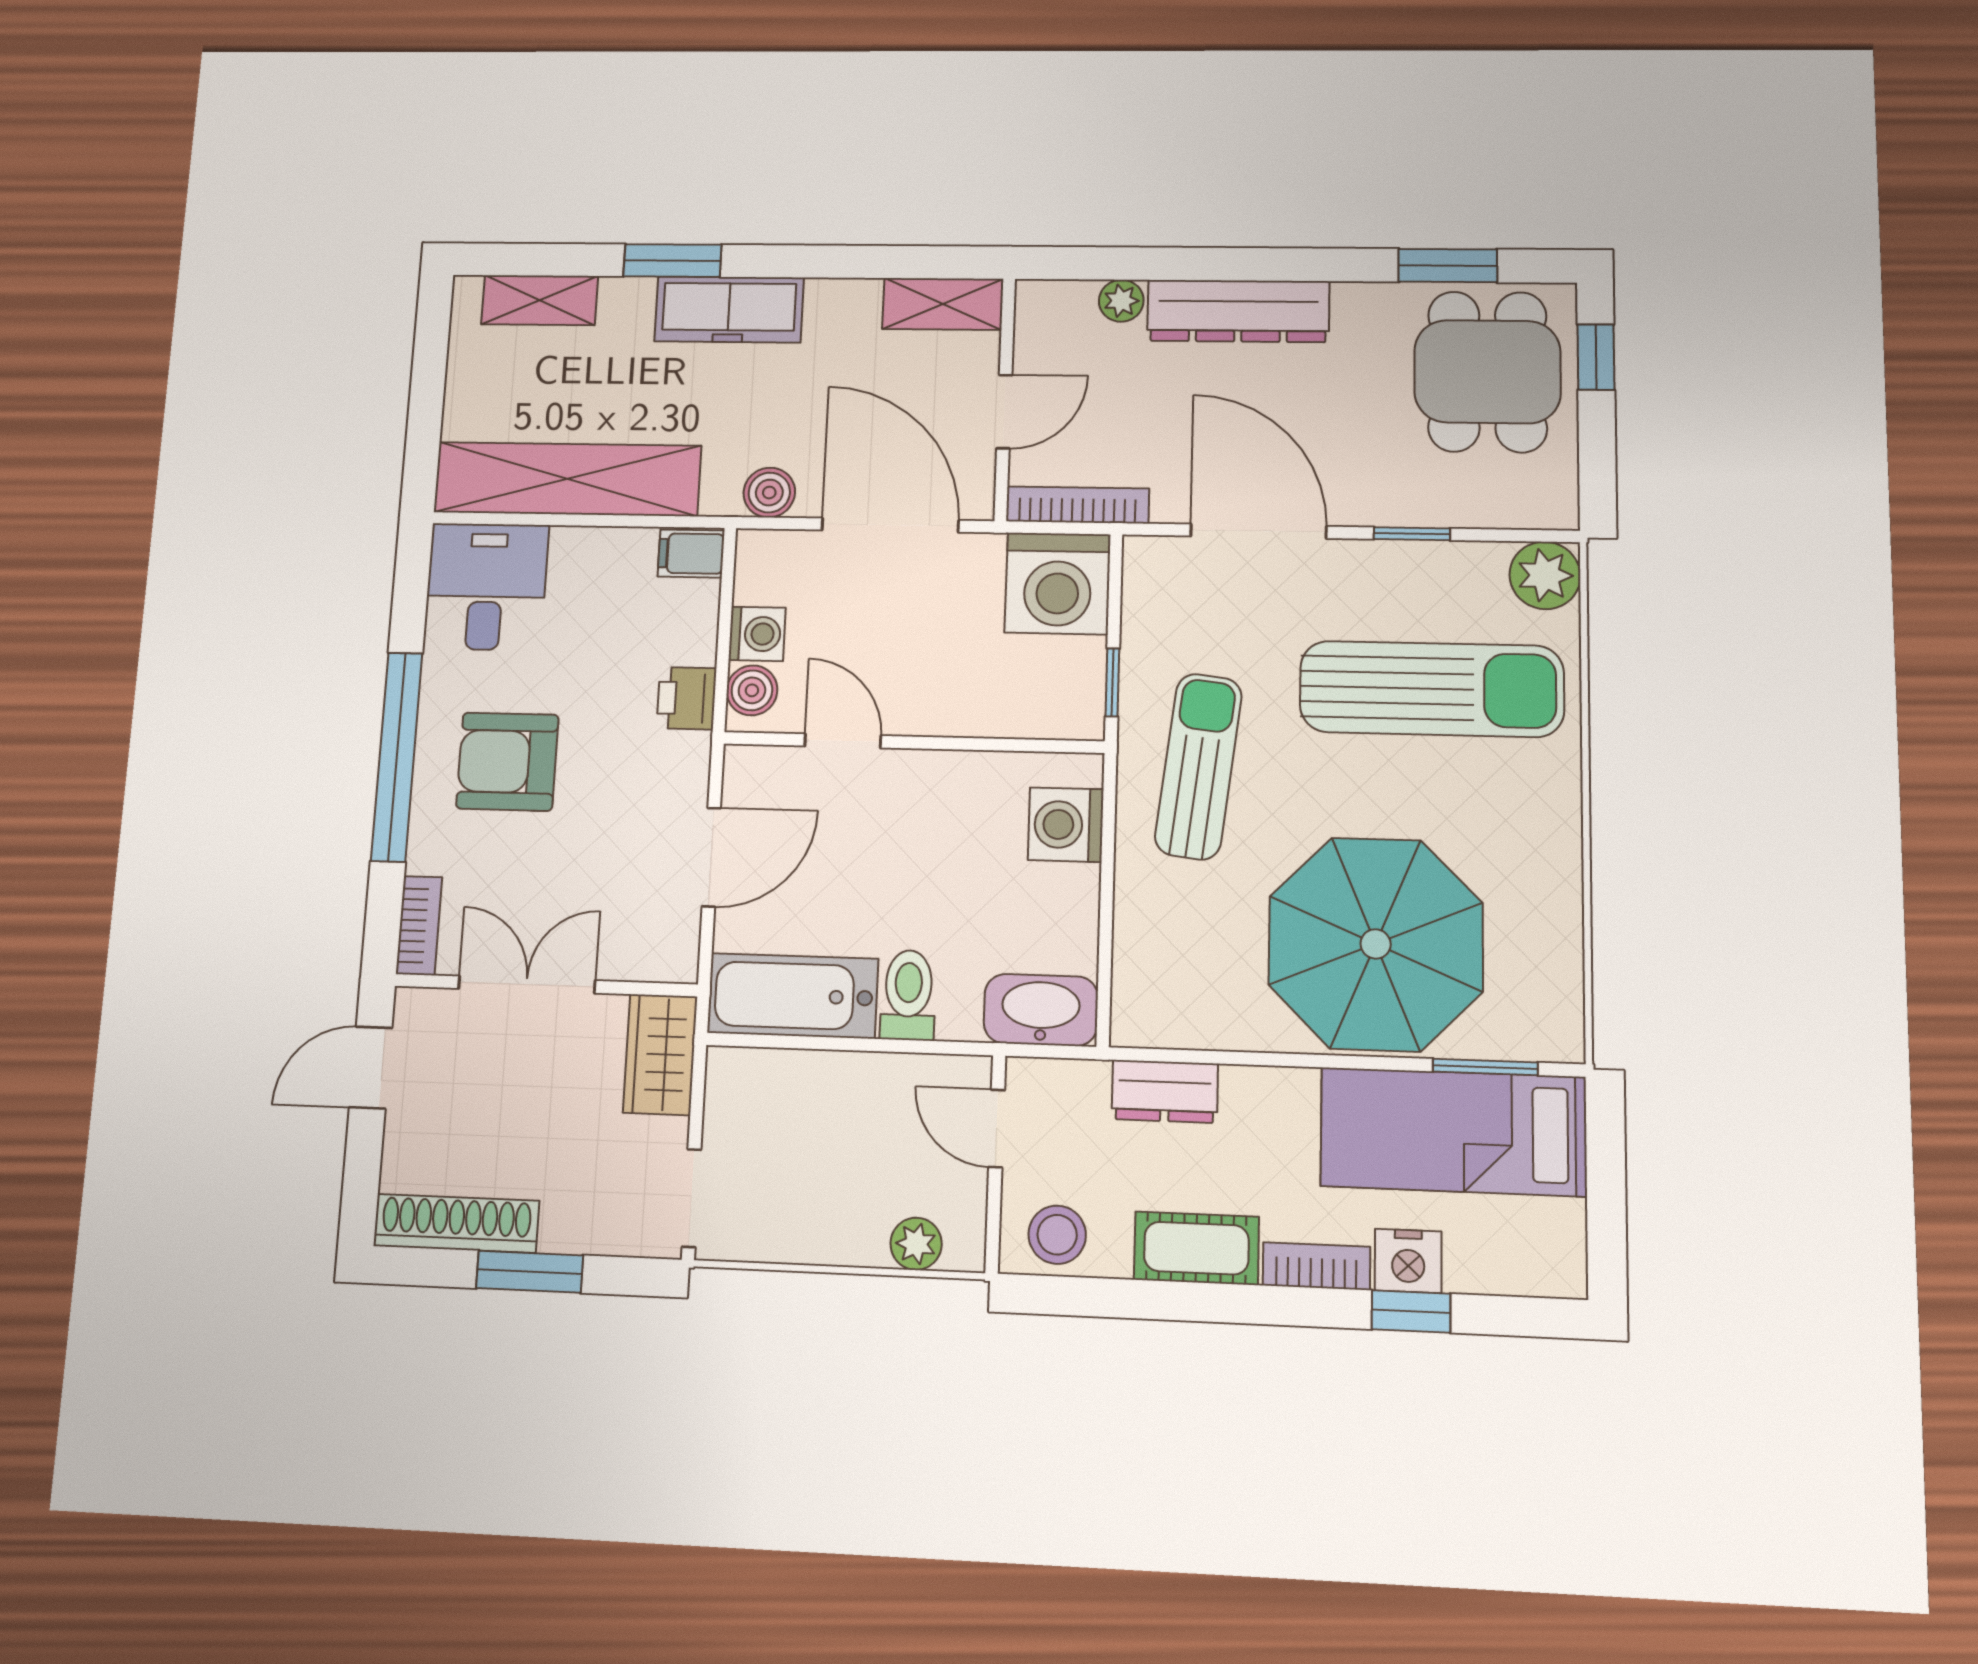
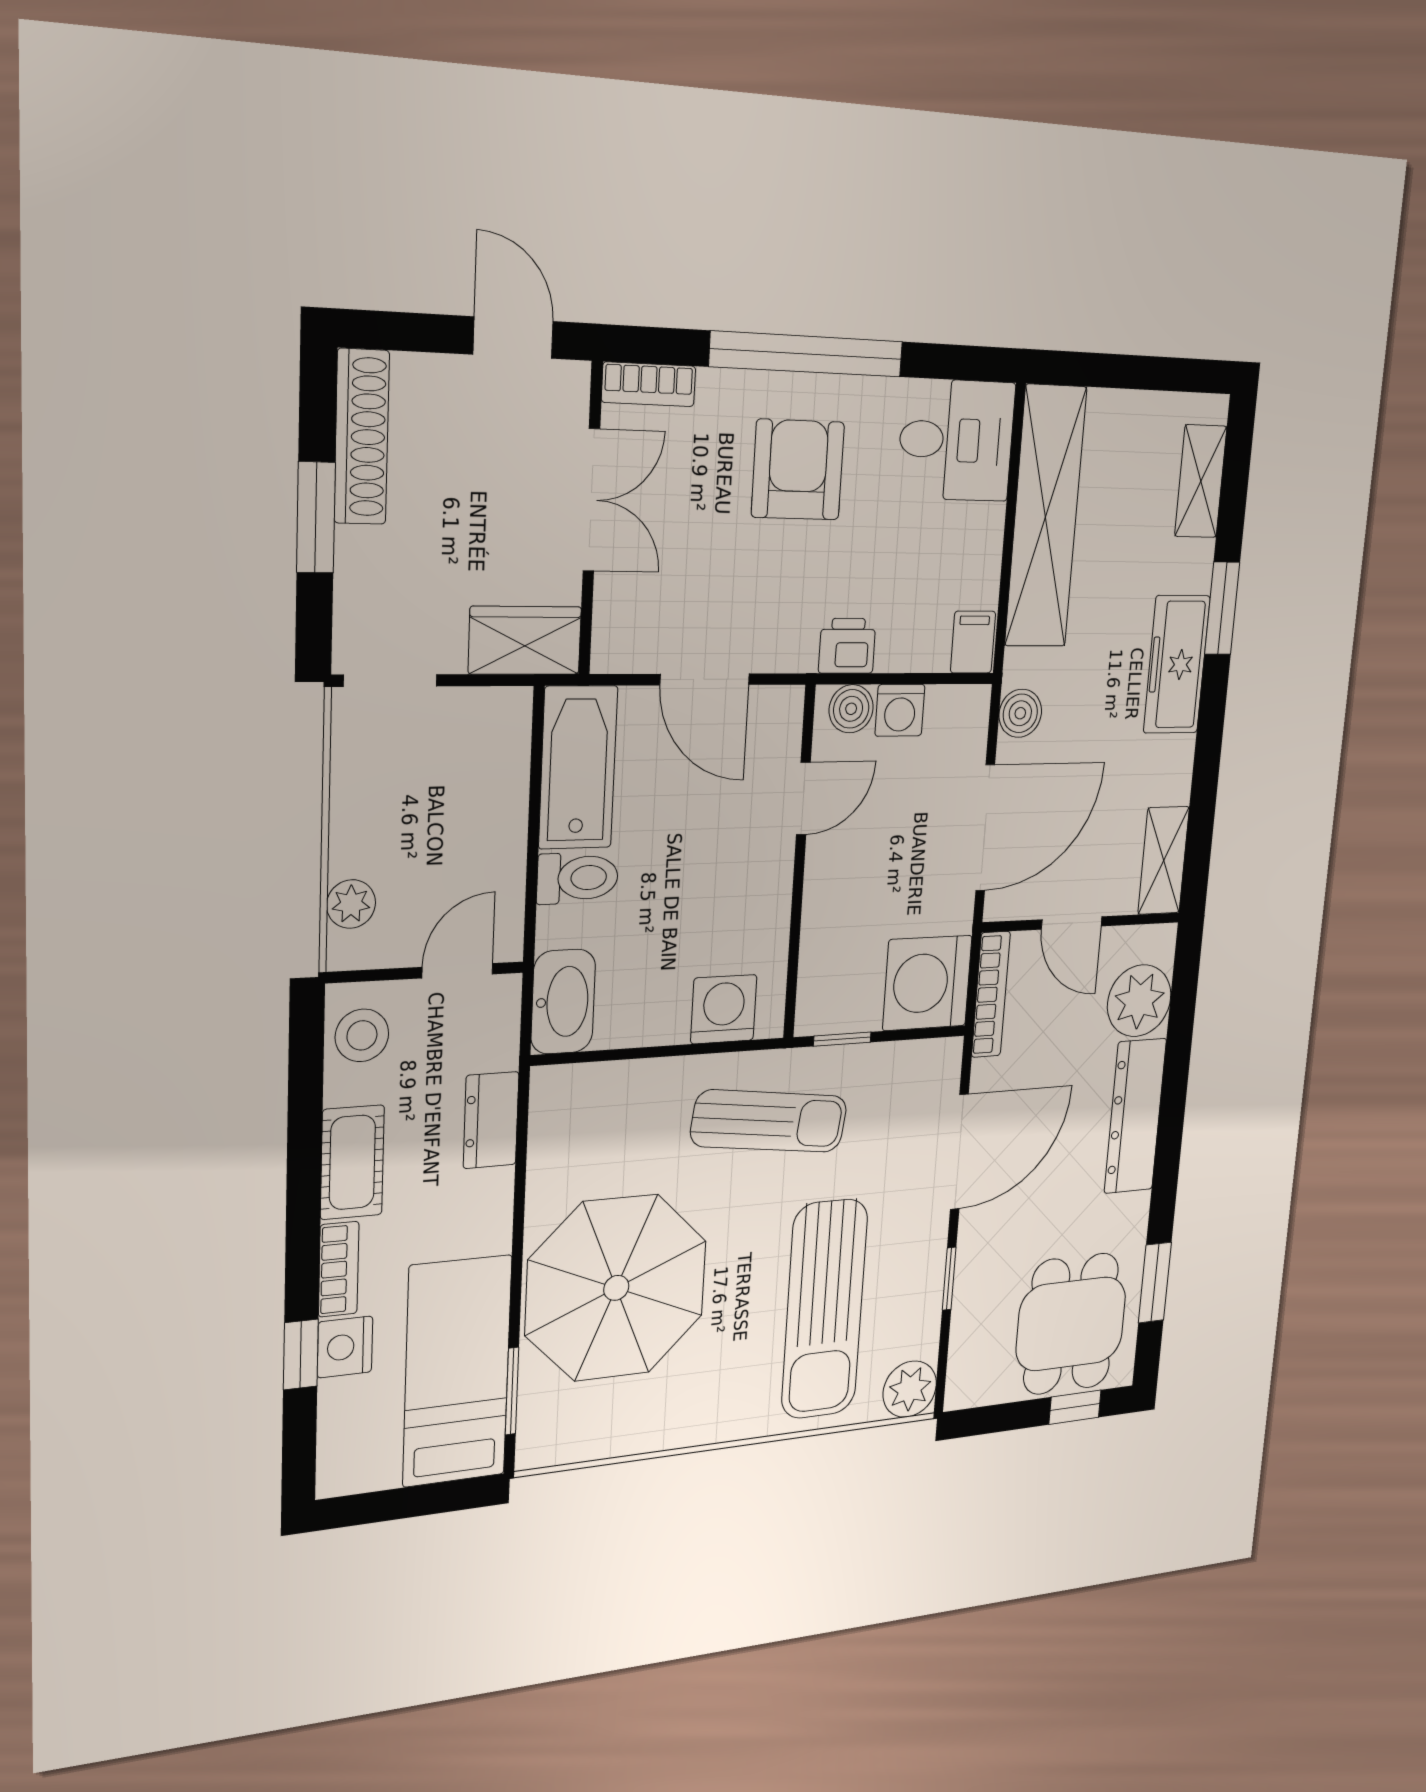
plant: (1121, 301) -> (1139, 1001), width x1.87, depth x1.87
dining table: (1487, 372) -> (1071, 1324), turned 90

